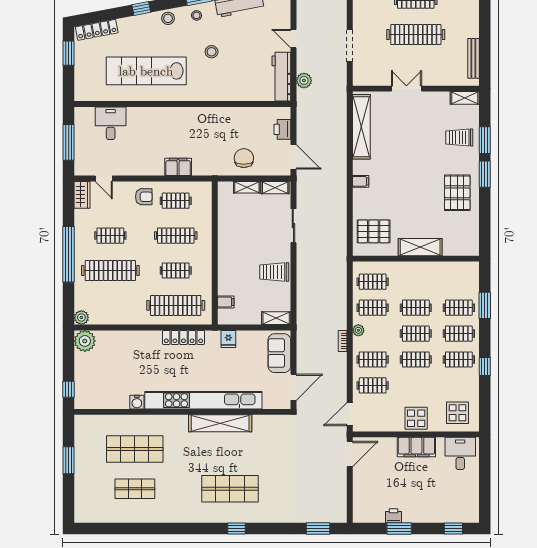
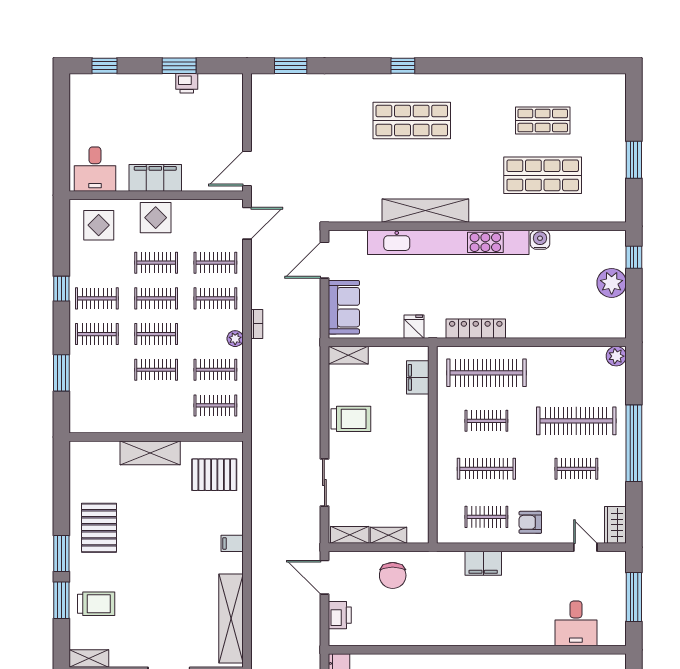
filing cabinet: (226, 302) -> (418, 377), width x2.00
clothes rail: (459, 308) -> (156, 263), moved
plant: (85, 341) -> (612, 283), moved

